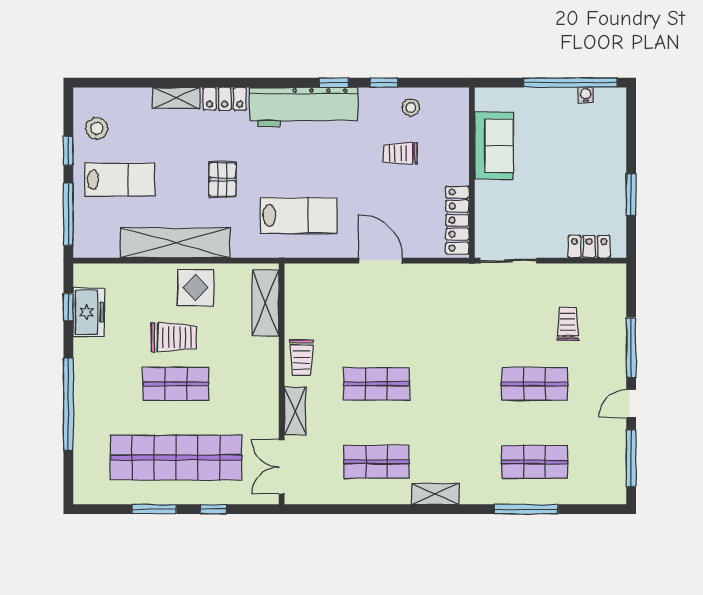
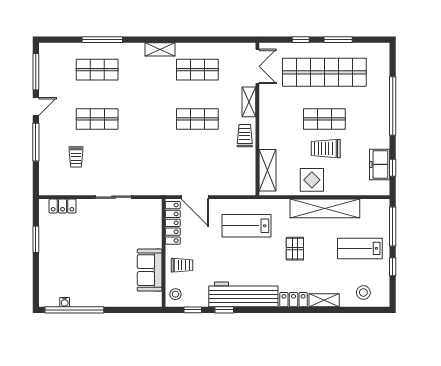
stool: (97, 128) -> (363, 292), moved
sofa: (494, 146) -> (150, 270), moved
wall: (472, 173) -> (164, 253), moved
locker: (457, 220) -> (173, 223), moved

